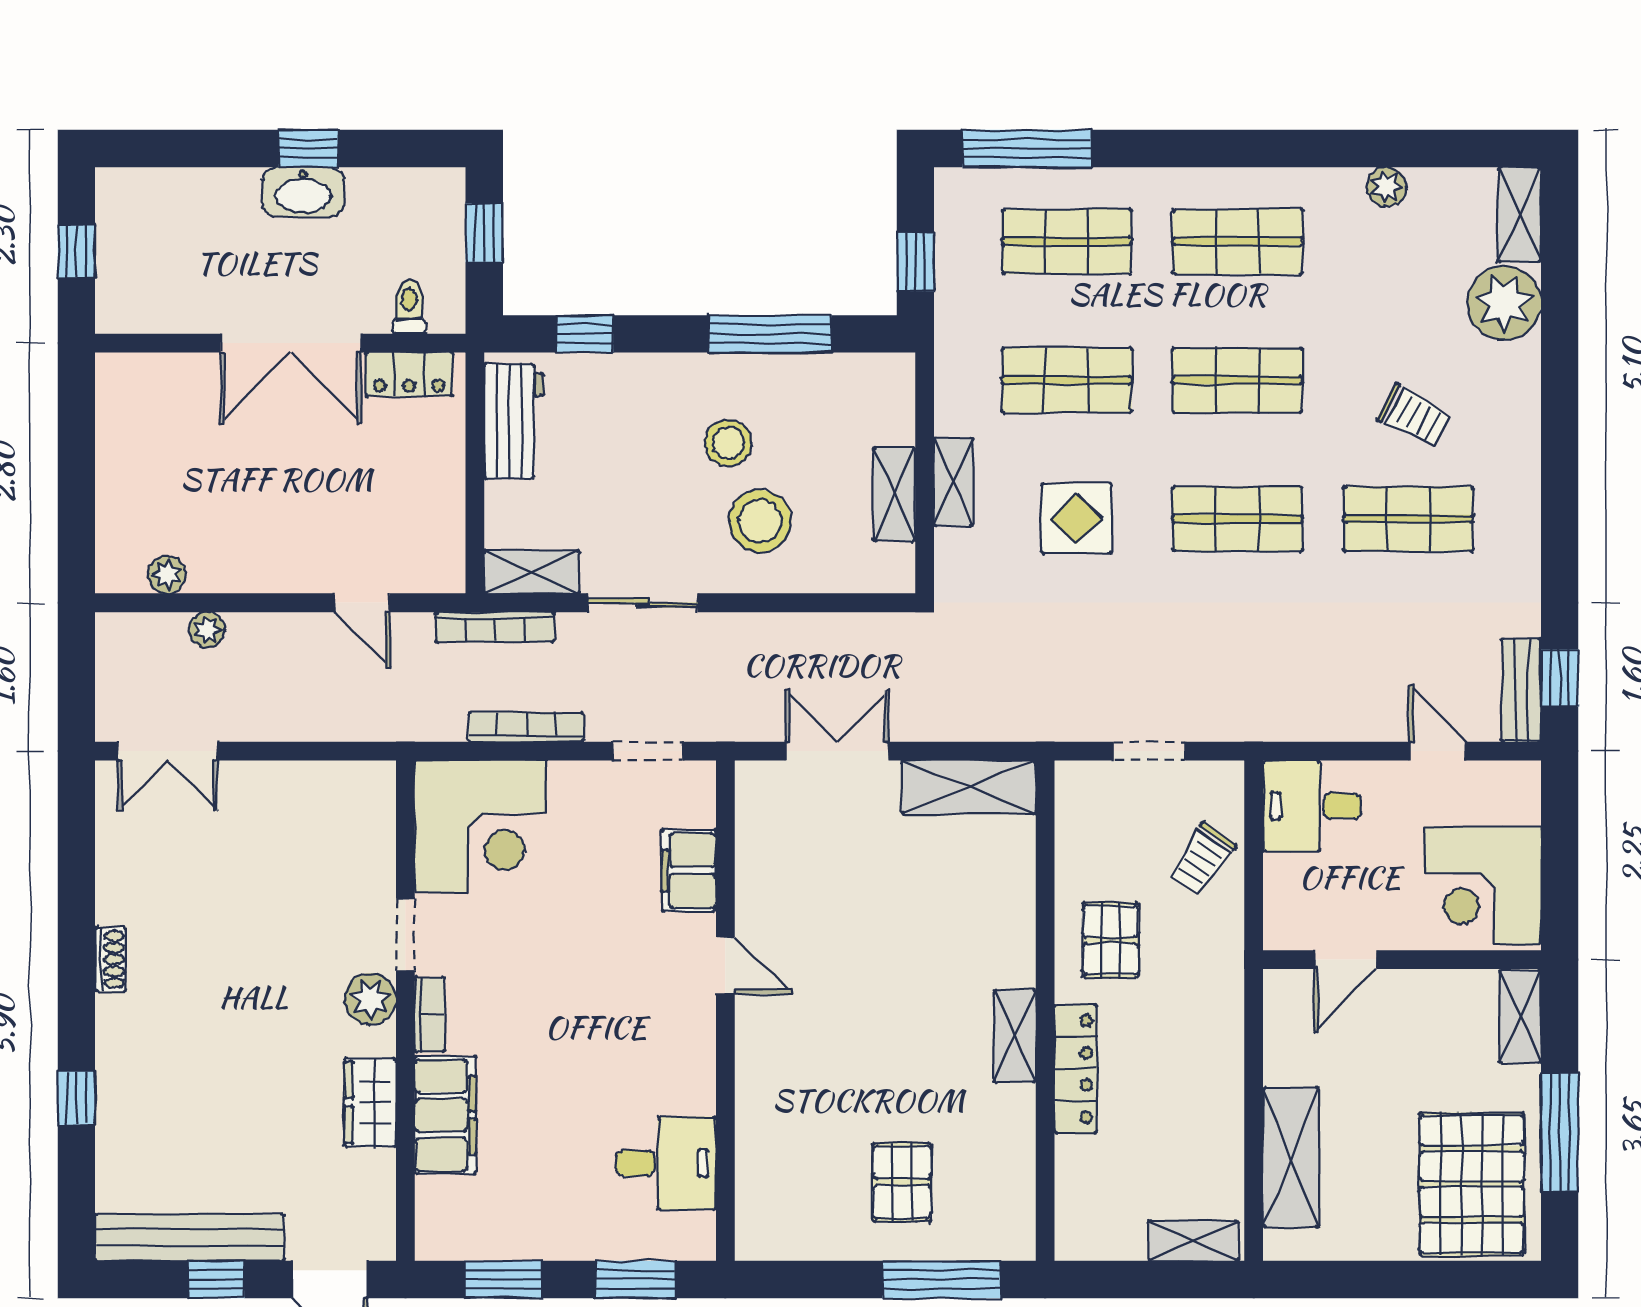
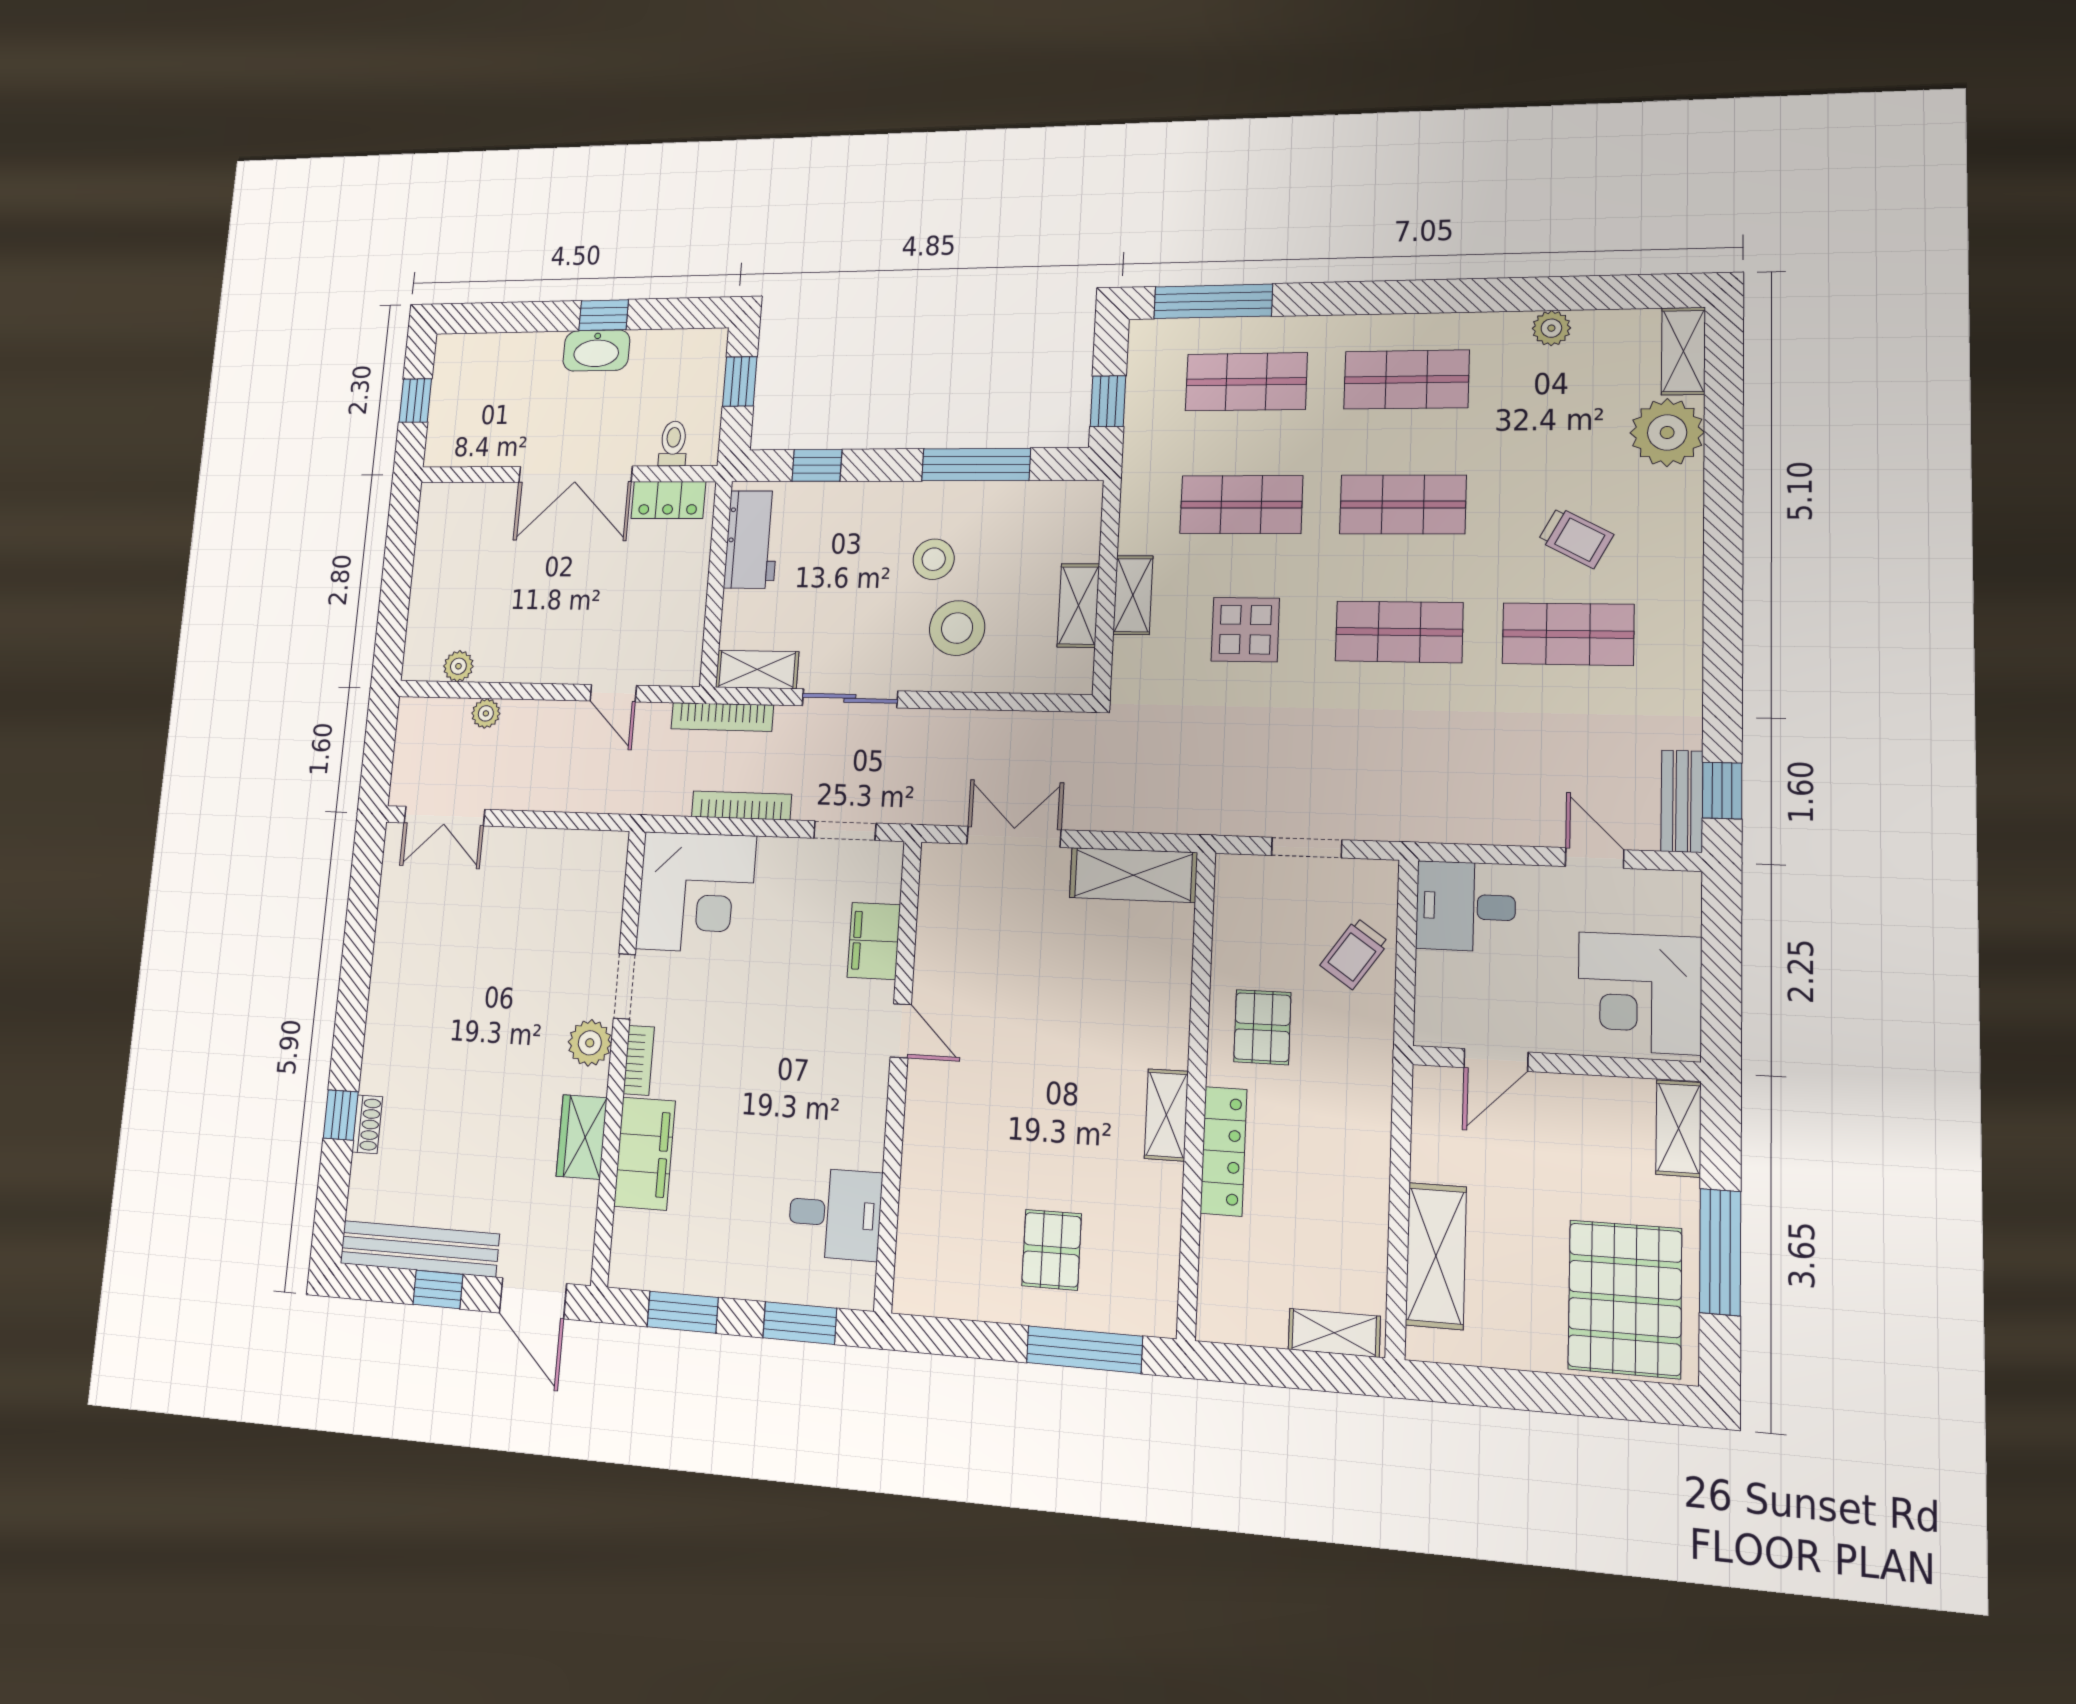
shoe rack: (110, 959) -> (367, 1124), moved

